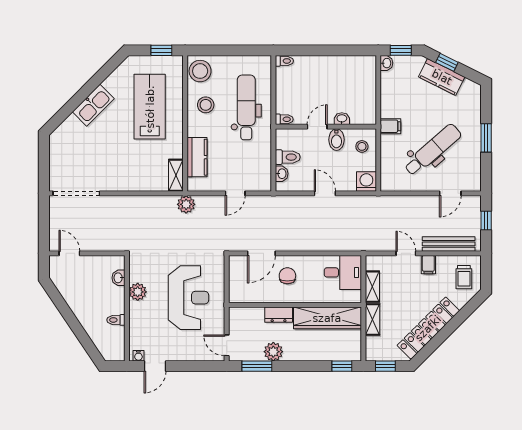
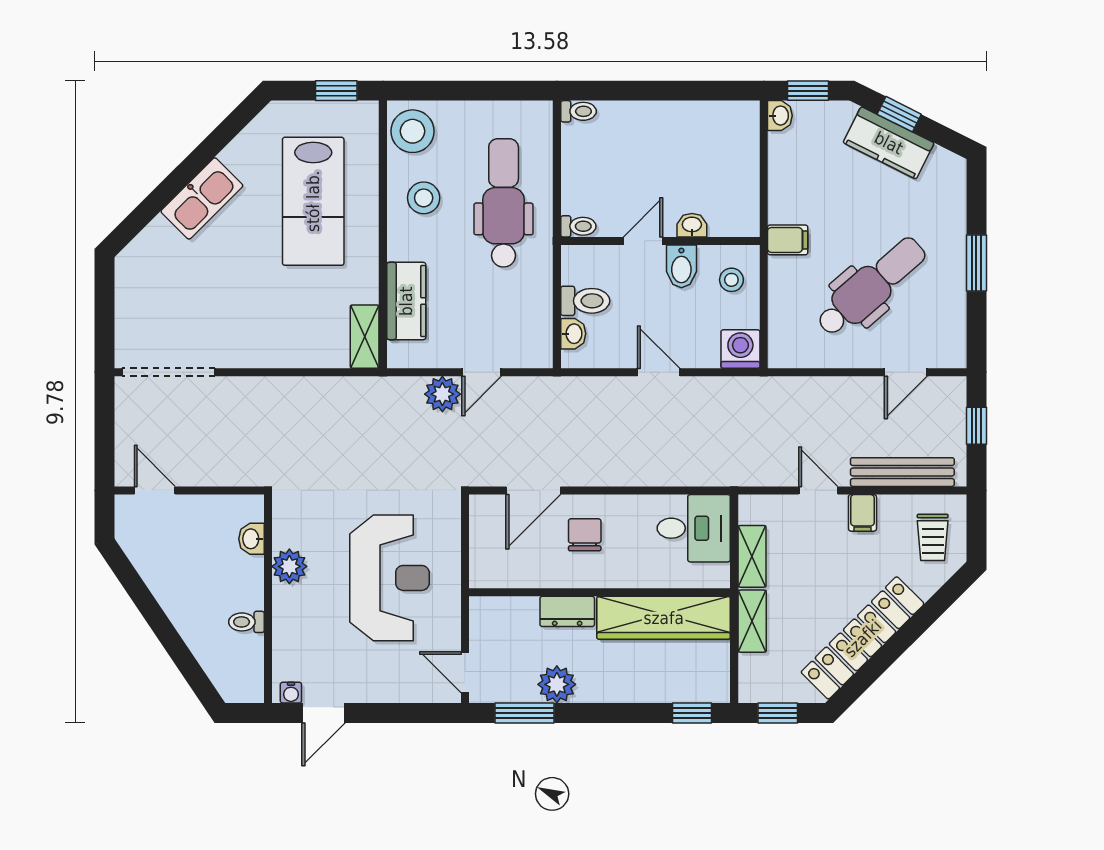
lab bench: (150, 107) -> (313, 201), turned 180
plant: (186, 204) -> (442, 394), moved

